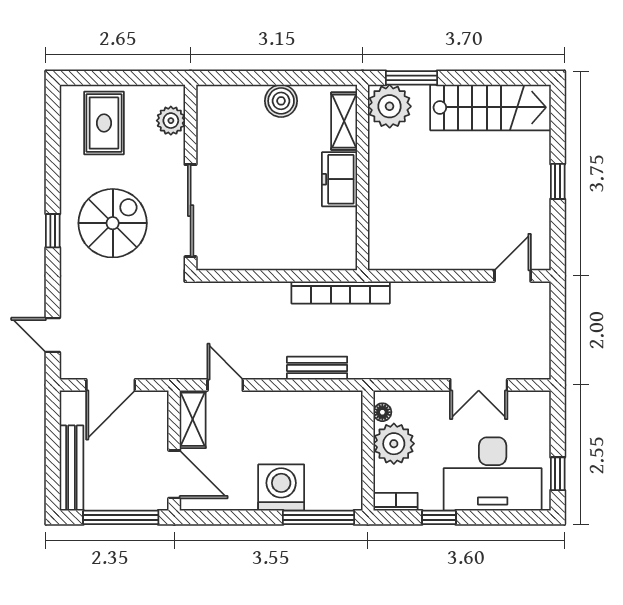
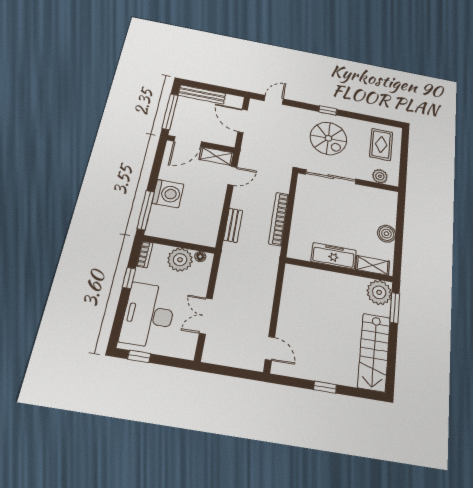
rug: (104, 123) -> (381, 144), turned 90
freezer: (339, 179) -> (334, 256), width x1.40
bookcase: (341, 292) -> (279, 219), moved

